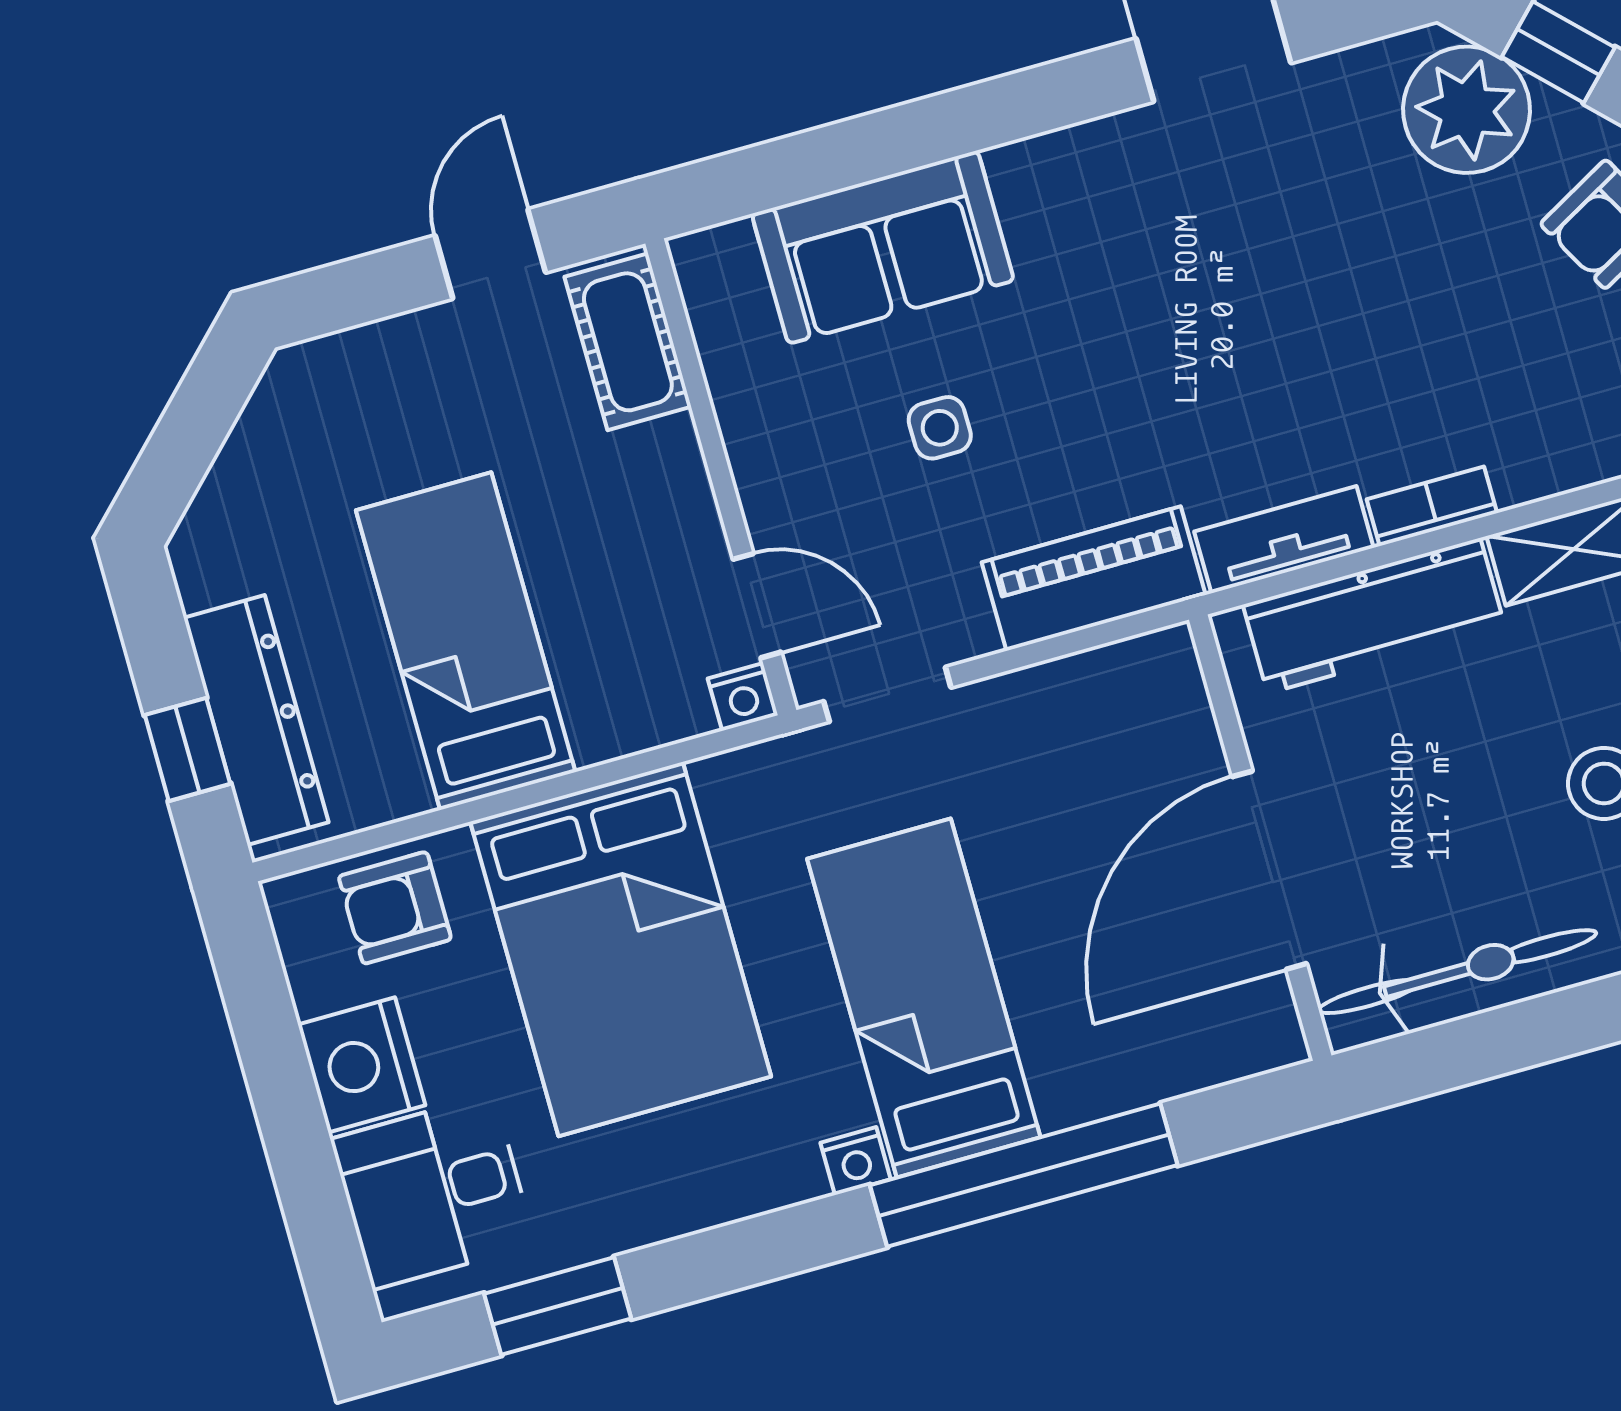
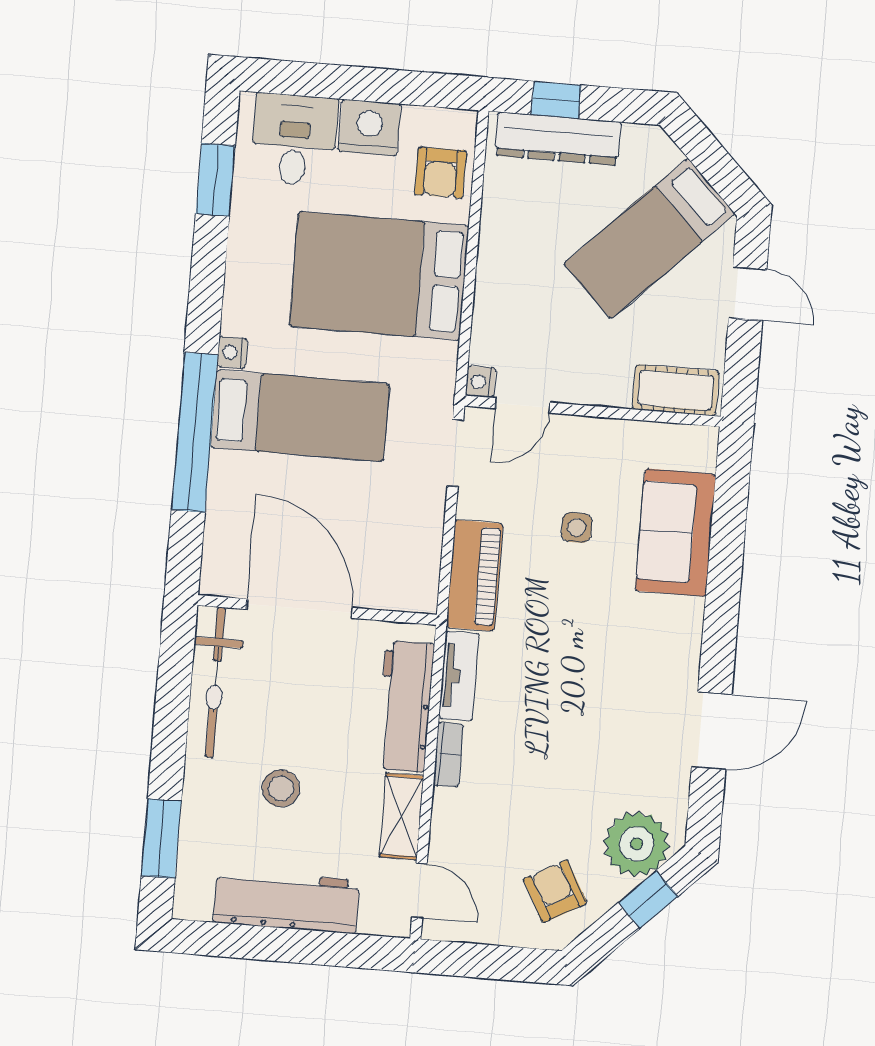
door: (490, 254) -> (748, 294), moved
bed: (466, 641) -> (649, 239), moved, turned 135
armchair: (395, 908) -> (440, 173), turned 180

